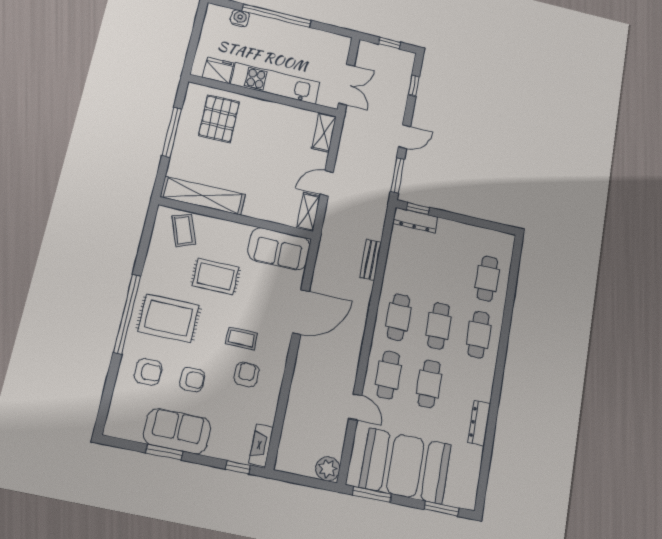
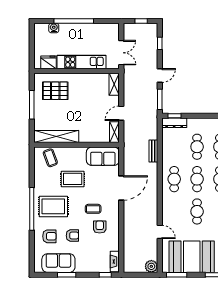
pallet: (219, 119) -> (55, 91), turned 90
cafe table: (388, 375) -> (197, 147), moved
sofa: (177, 431) -> (58, 263), moved

